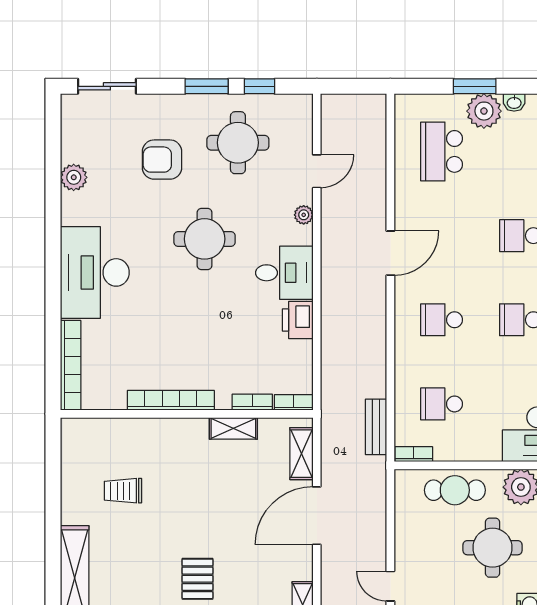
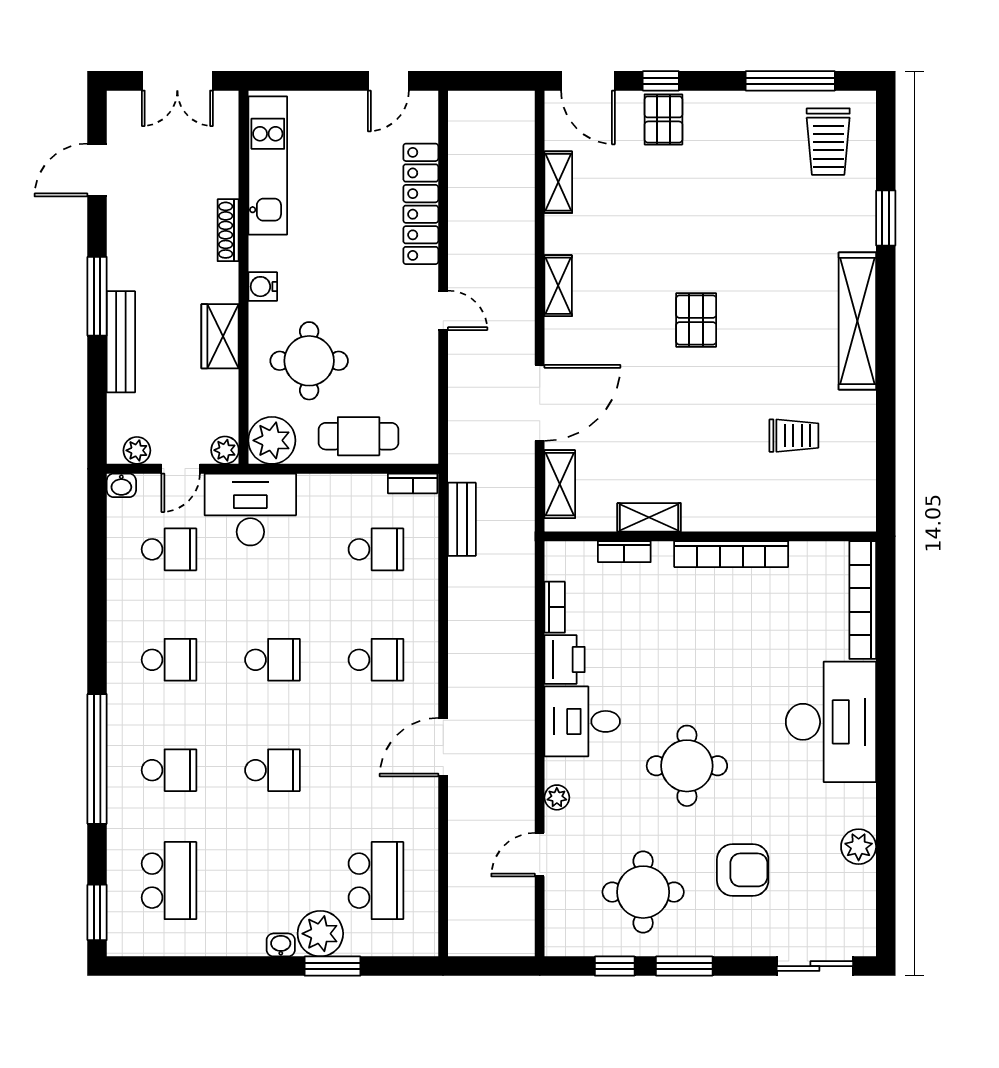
bookcase: (294, 402) -> (555, 607), moved, turned -90

